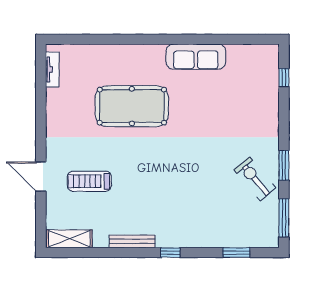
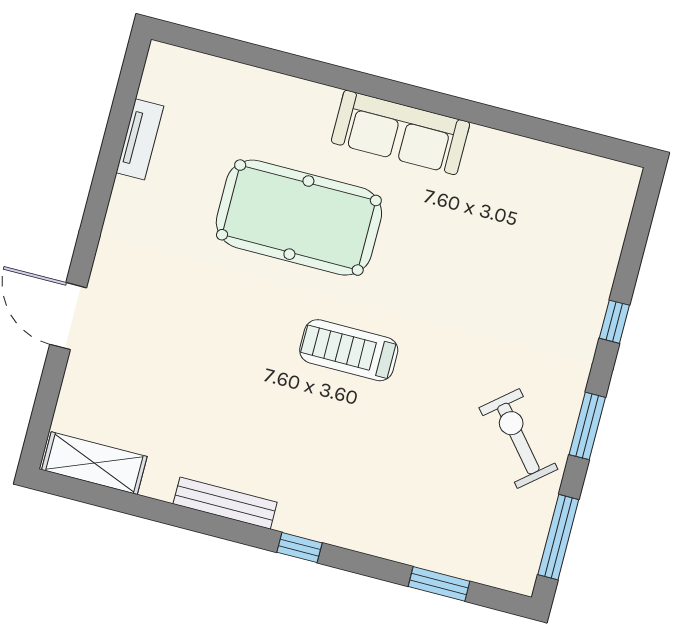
sofa: (196, 57) -> (400, 132), moved
tv unit: (52, 69) -> (140, 139), moved
window: (284, 78) -> (614, 322), moved
treadmill: (89, 181) -> (349, 350), moved

